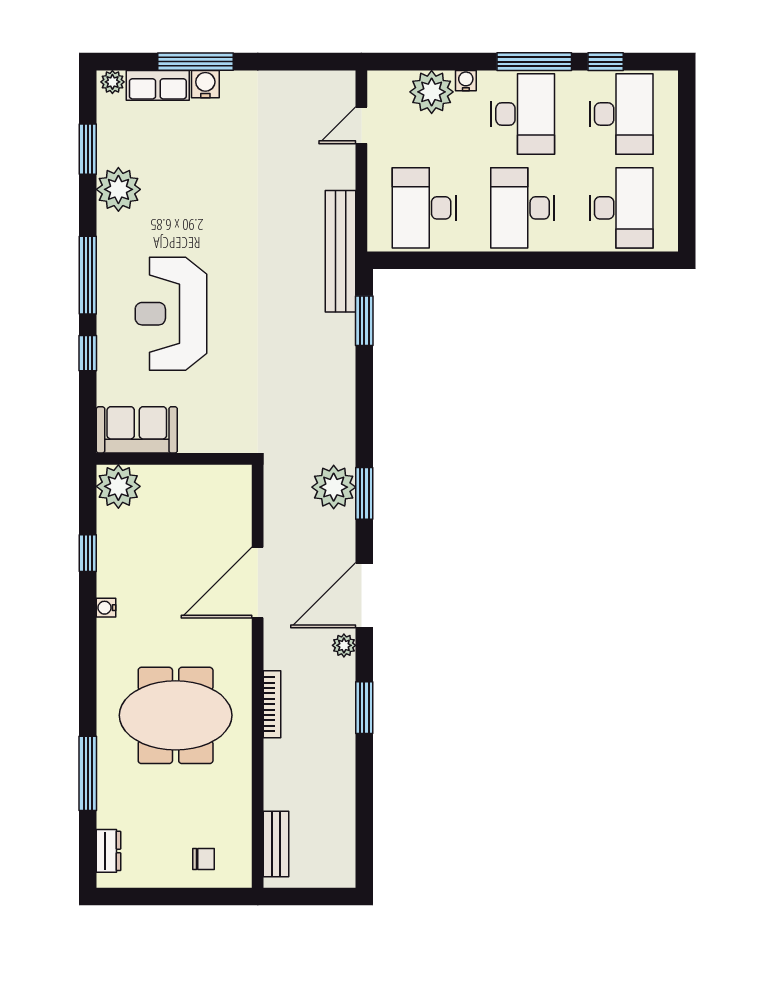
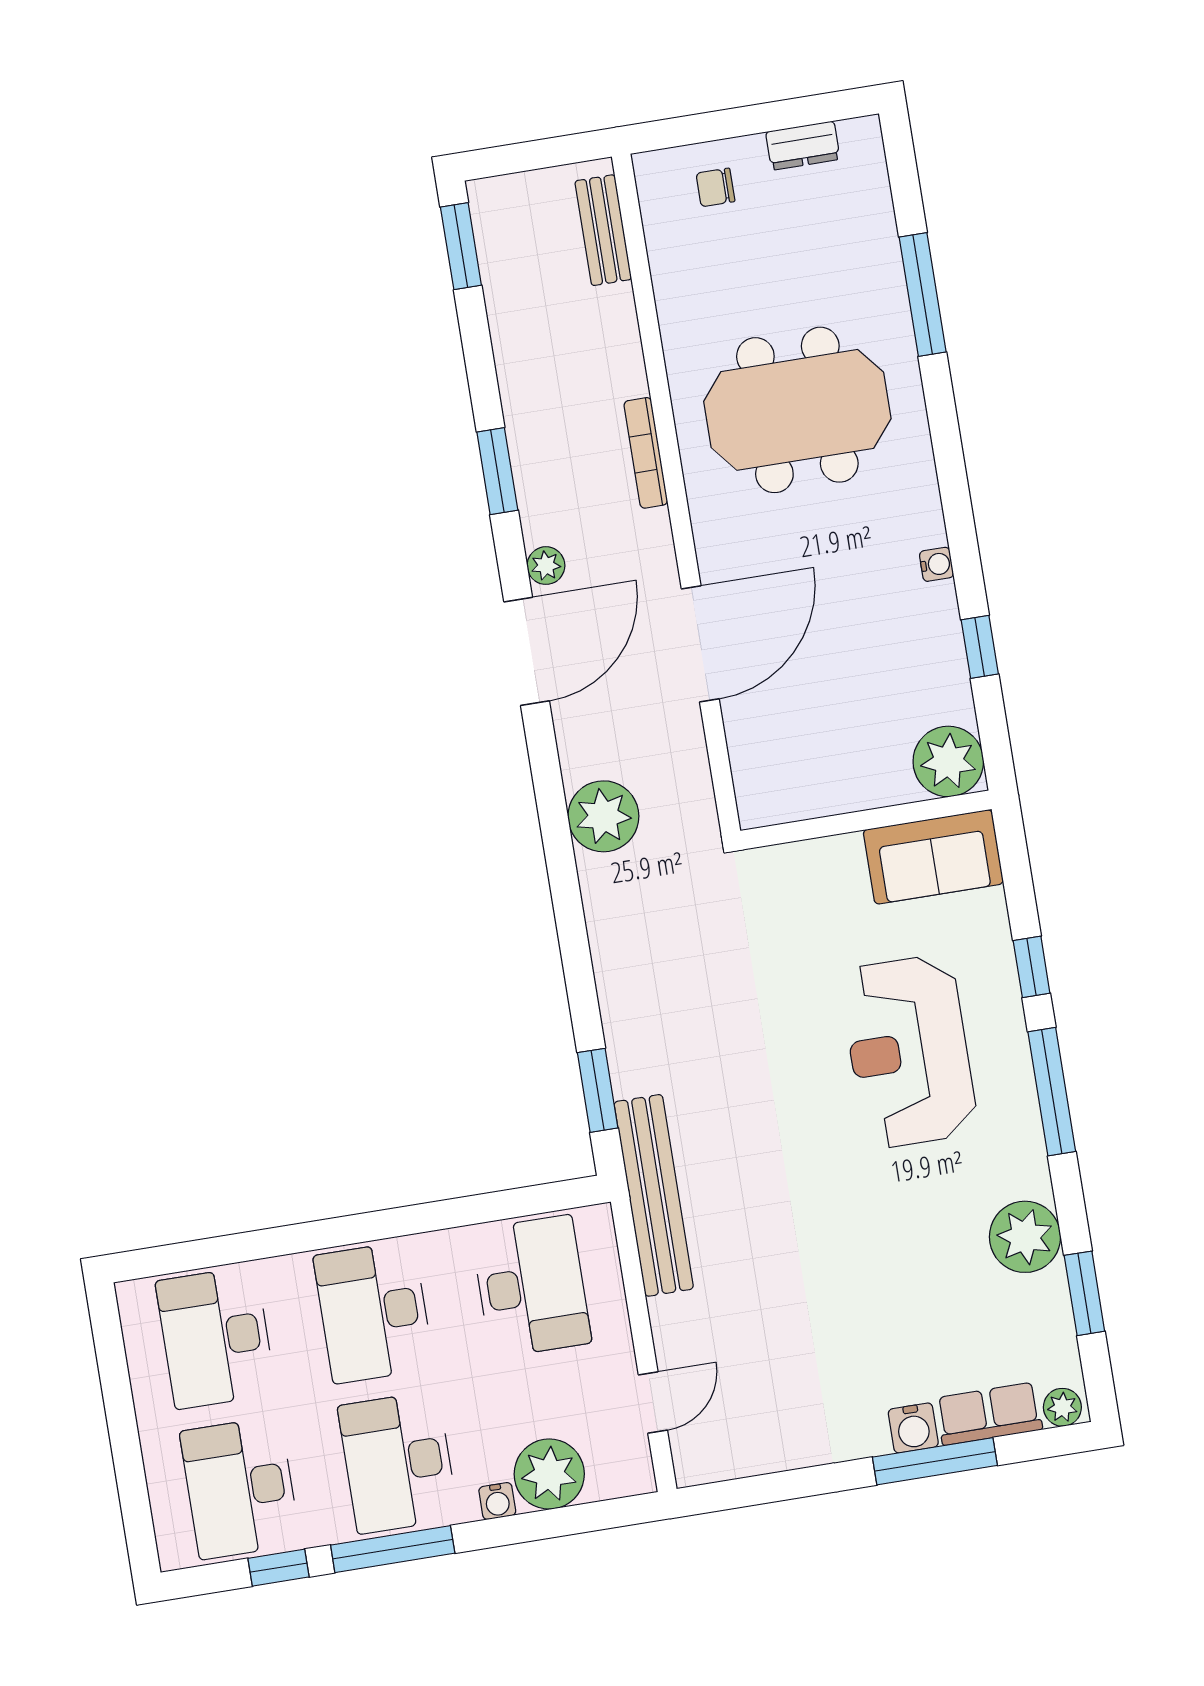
desk: (523, 208) -> (373, 1312), turned 180
reception desk: (171, 314) -> (909, 1052), turned 180
window: (364, 493) -> (461, 246), moved
dresser: (109, 851) -> (803, 146), moved, turned -90

